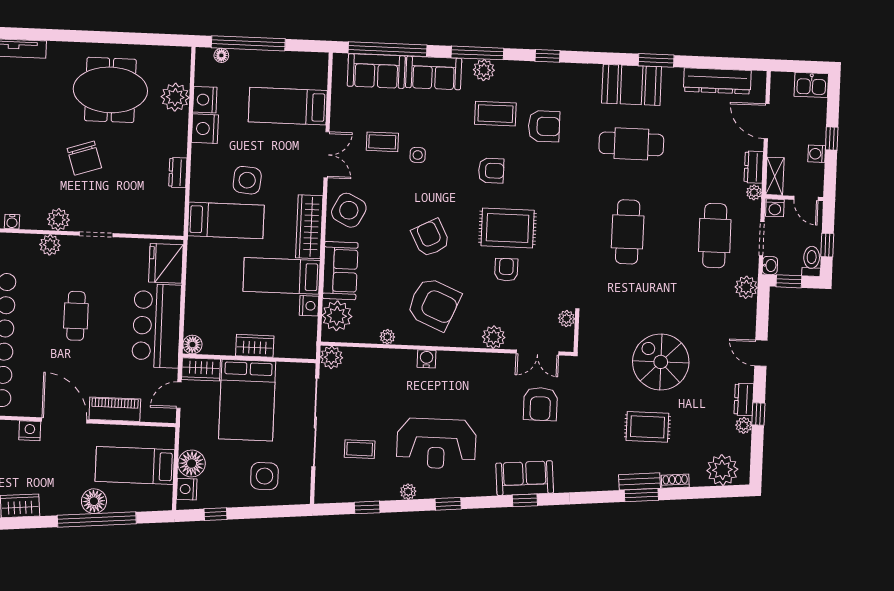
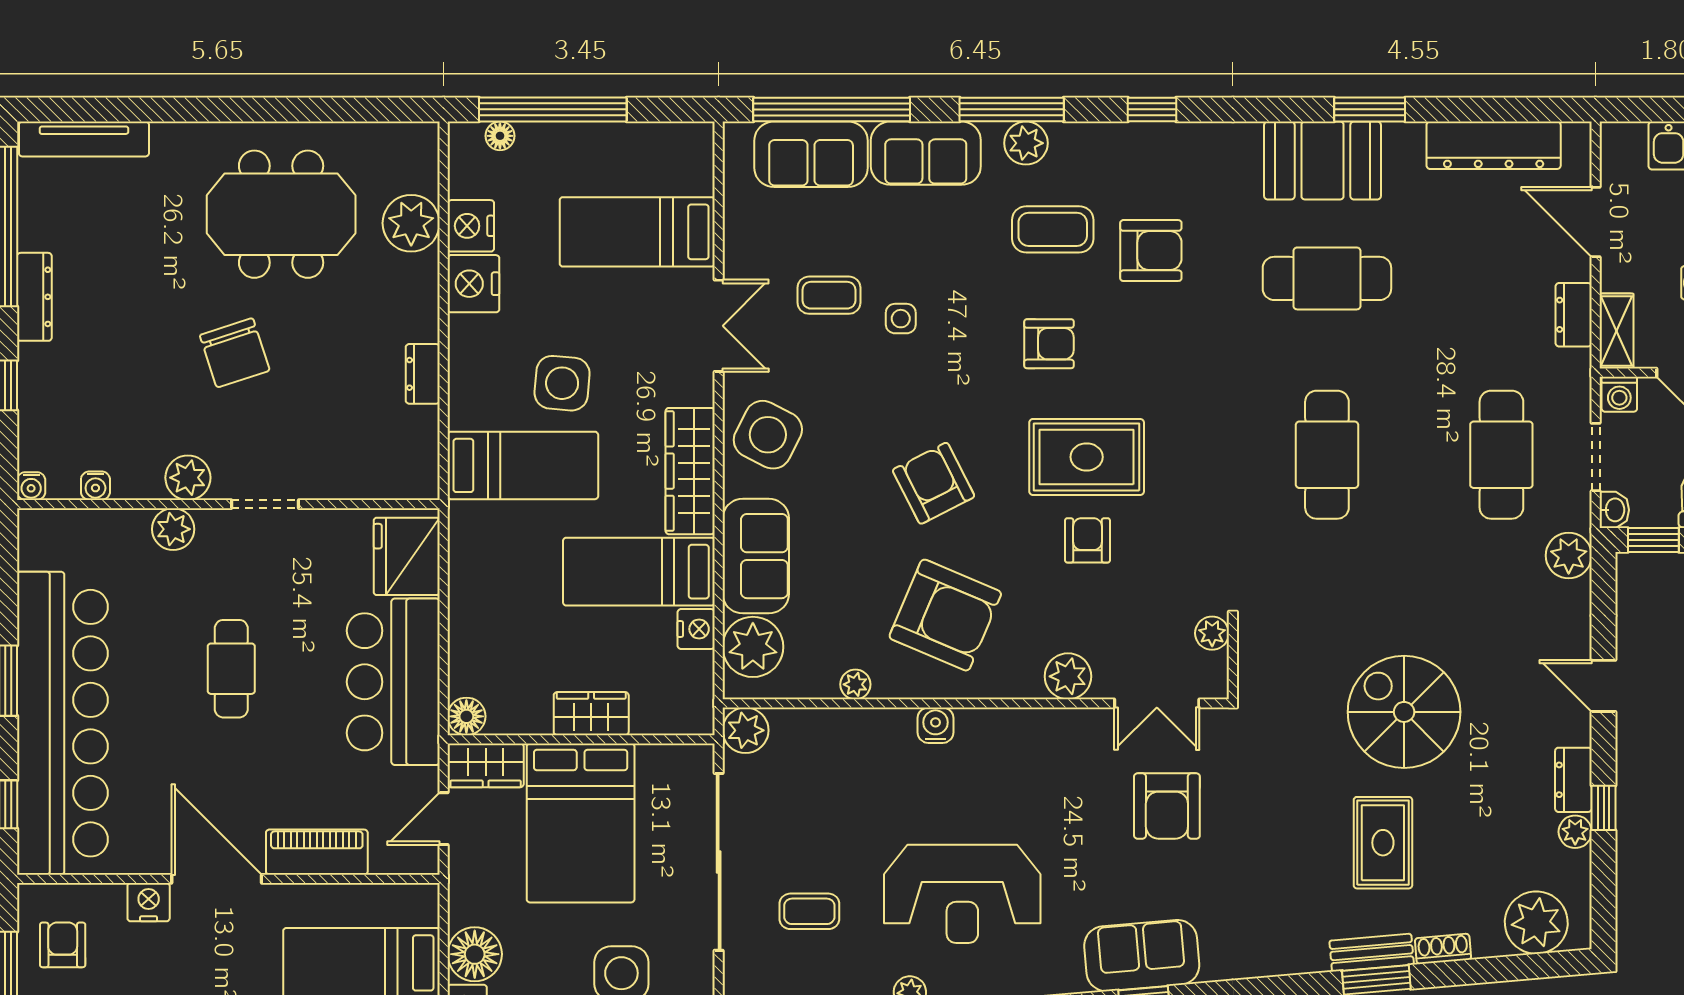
plant: (754, 192) -> (1576, 365), removed
rug: (647, 427) -> (1383, 843), turned 90

